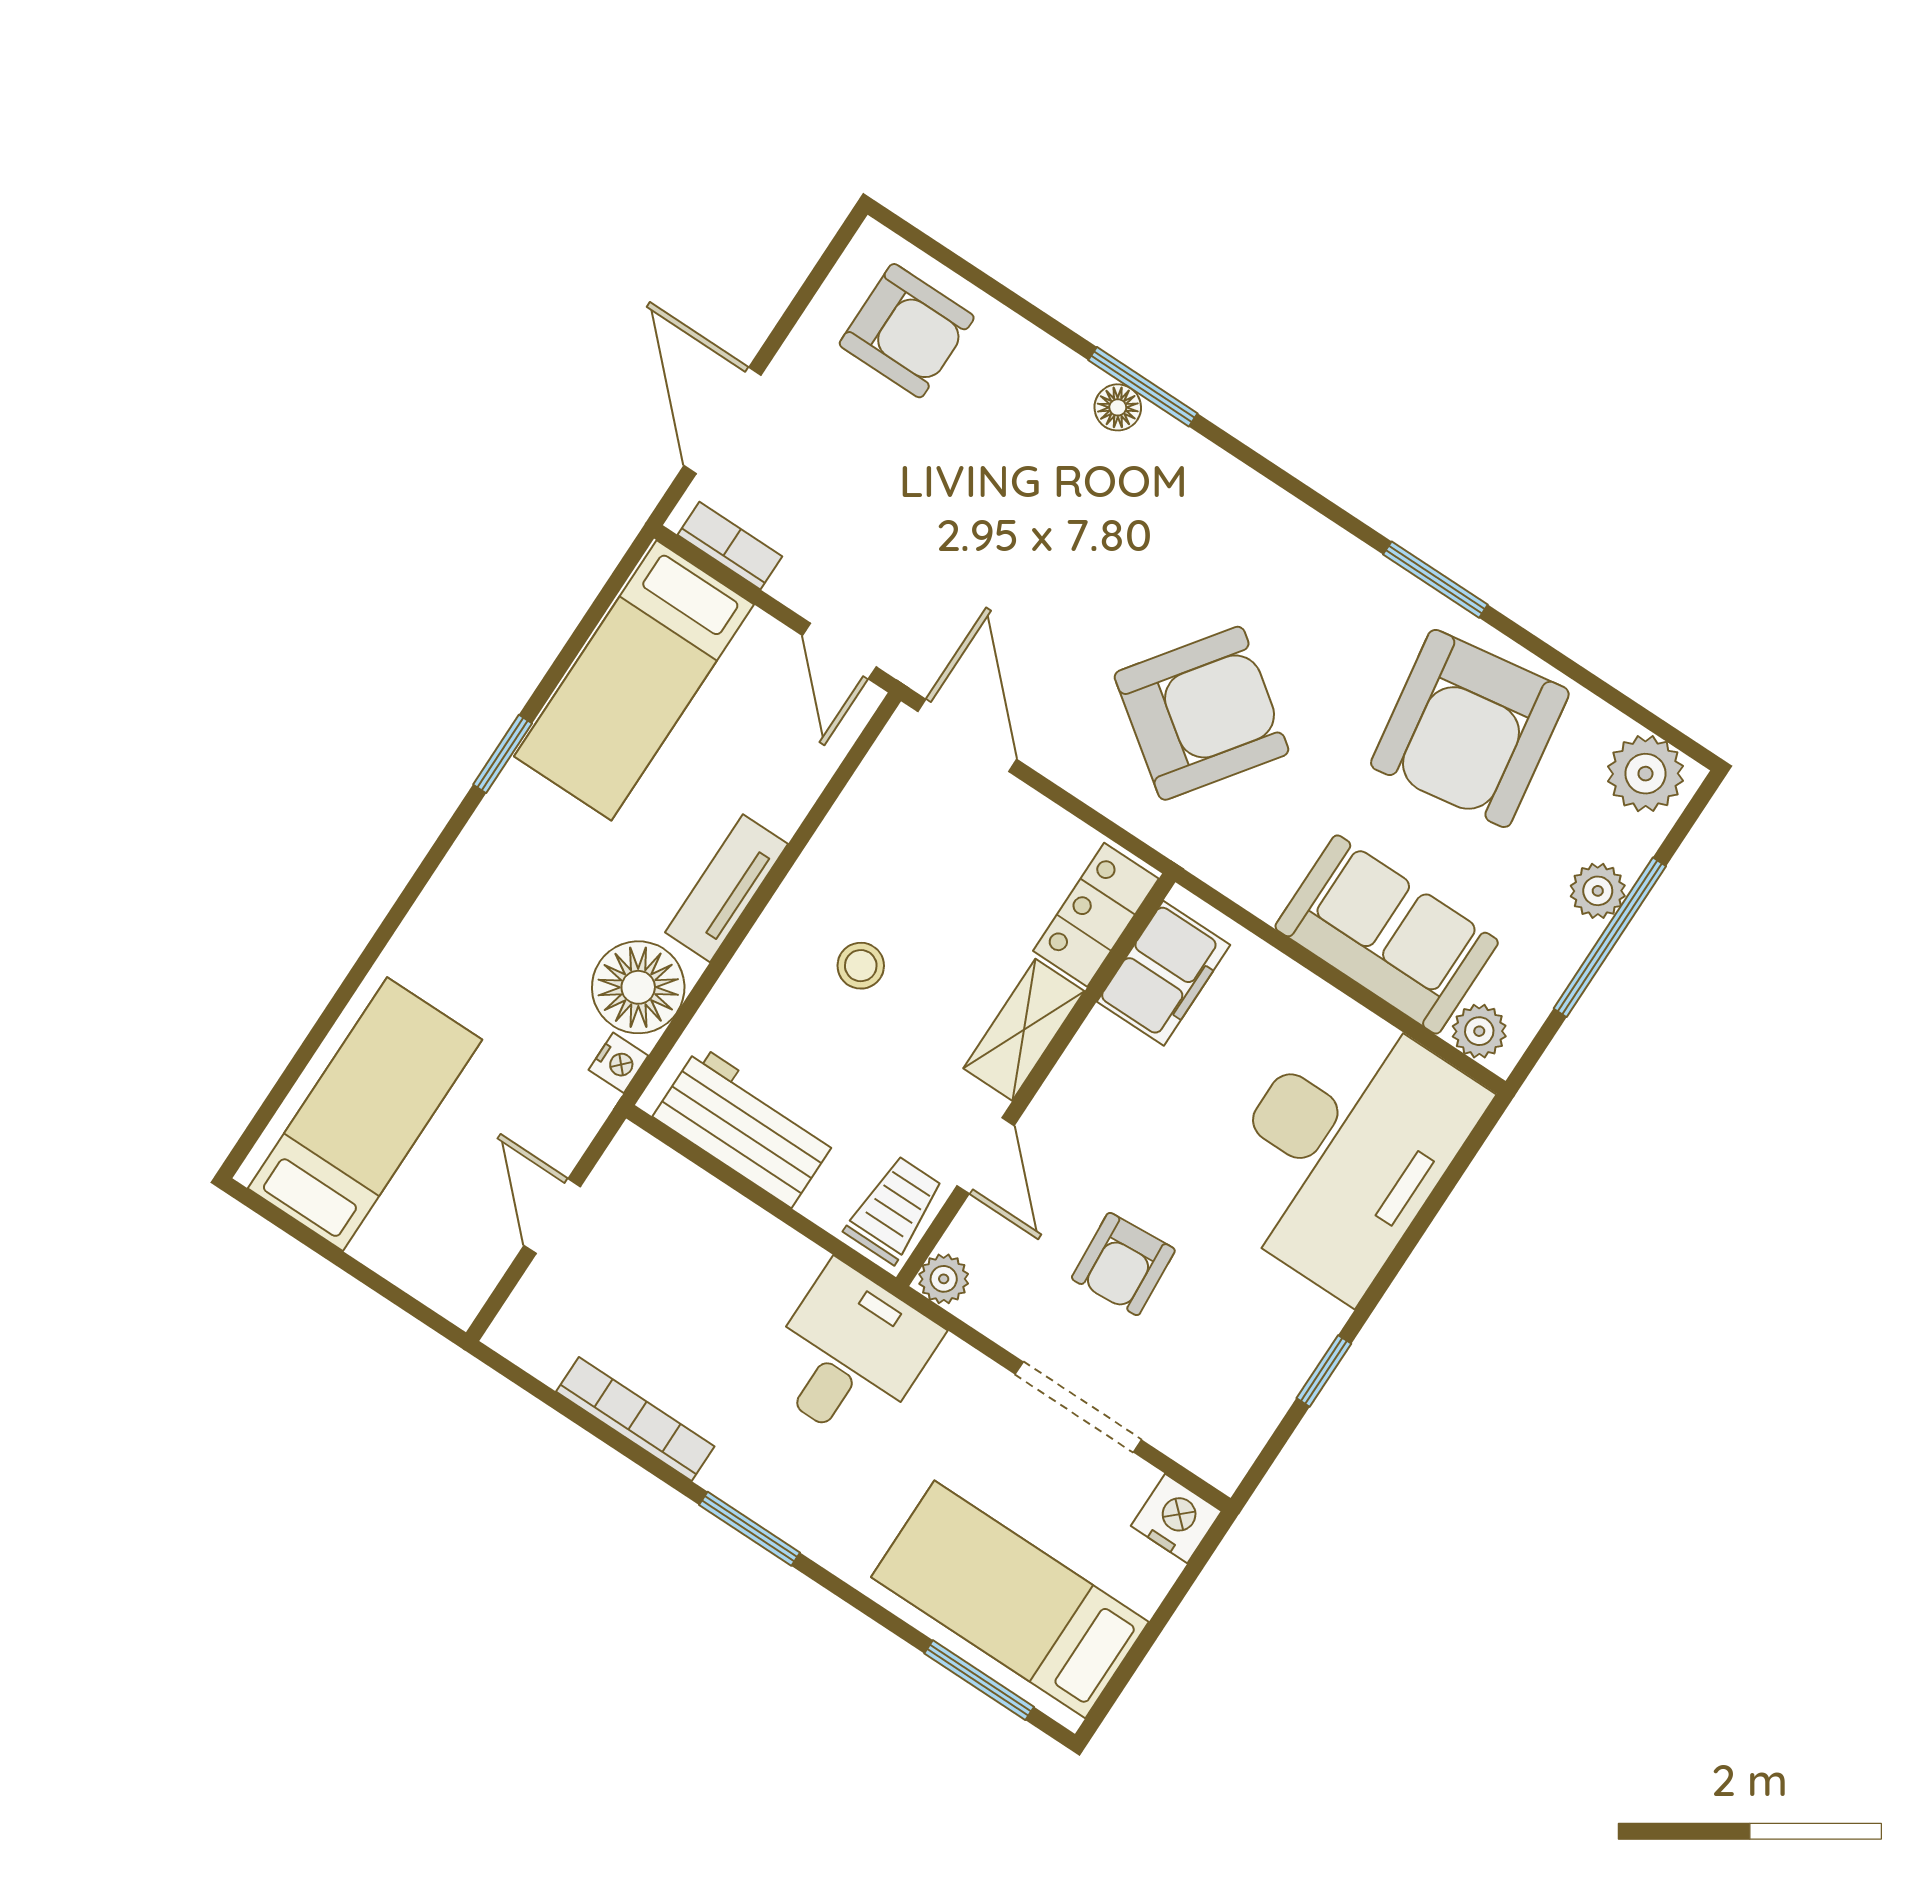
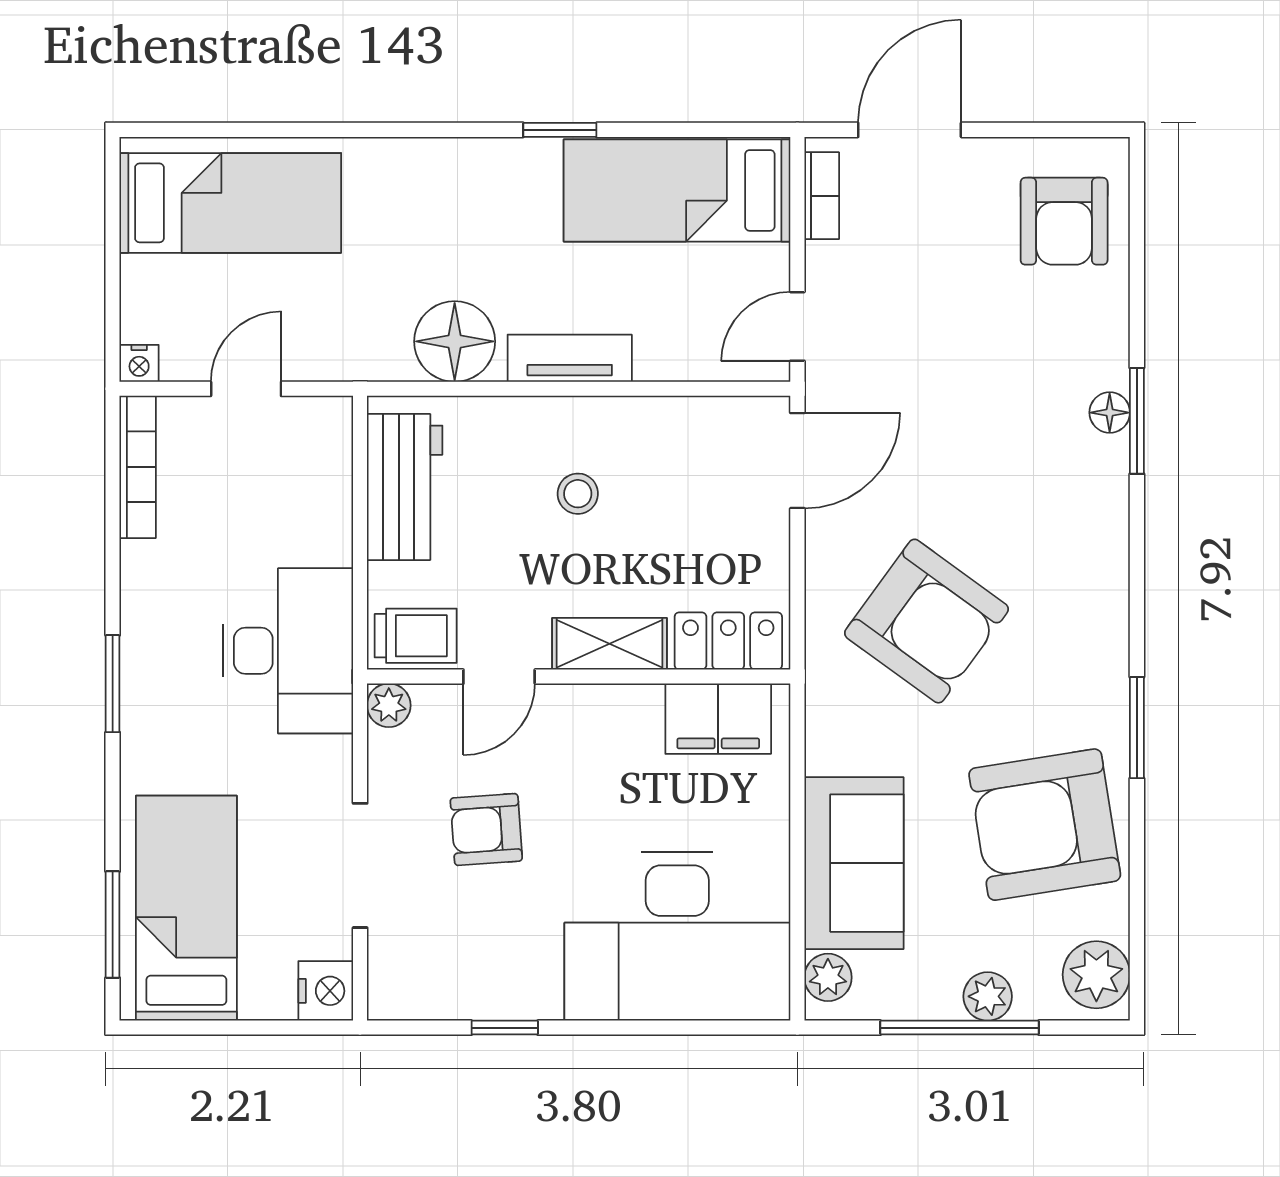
nightstand: (618, 1063) -> (139, 363), moved
desk: (850, 1354) -> (288, 651), width x1.37
bookcase: (635, 1419) -> (138, 467), moved

